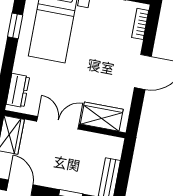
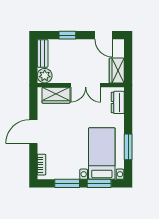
window: (15, 26) -> (128, 147), width x1.50
plant: (112, 147) -> (45, 76), added

